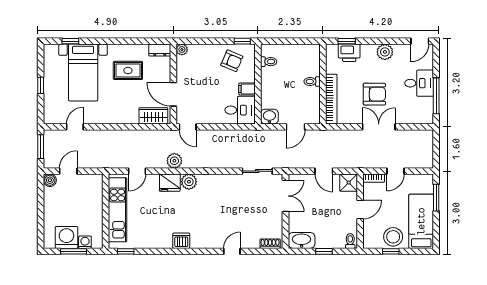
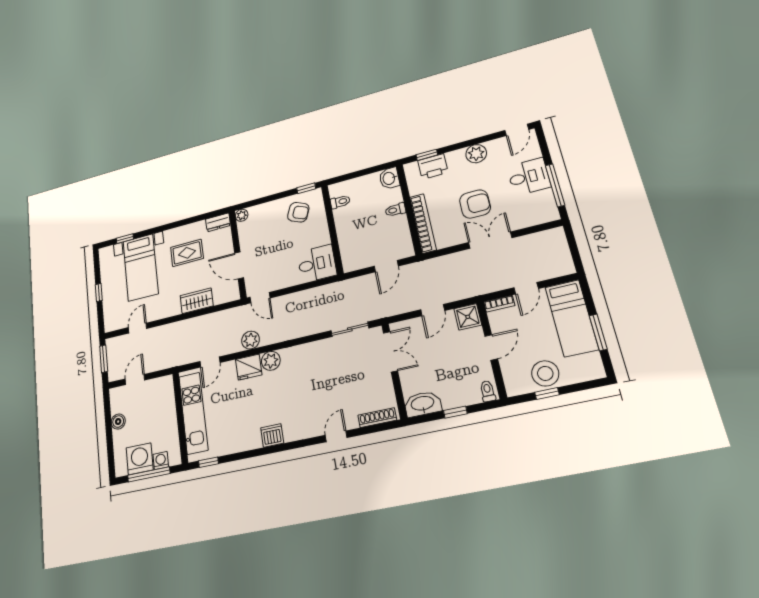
filing cabinet: (247, 89) -> (321, 238), removed
wardrobe: (153, 116) -> (197, 301), moved
washbasin: (269, 117) -> (389, 178), moved, turned -90
door: (324, 171) -> (433, 310), hinge flipped
boiler: (50, 180) -> (118, 422), moved
window: (436, 198) -> (598, 332), moved
bed: (421, 221) -> (572, 318), moved, turned 180
shoe rack: (270, 244) -> (377, 418), width x1.43
window: (73, 251) -> (149, 474), width x1.44

